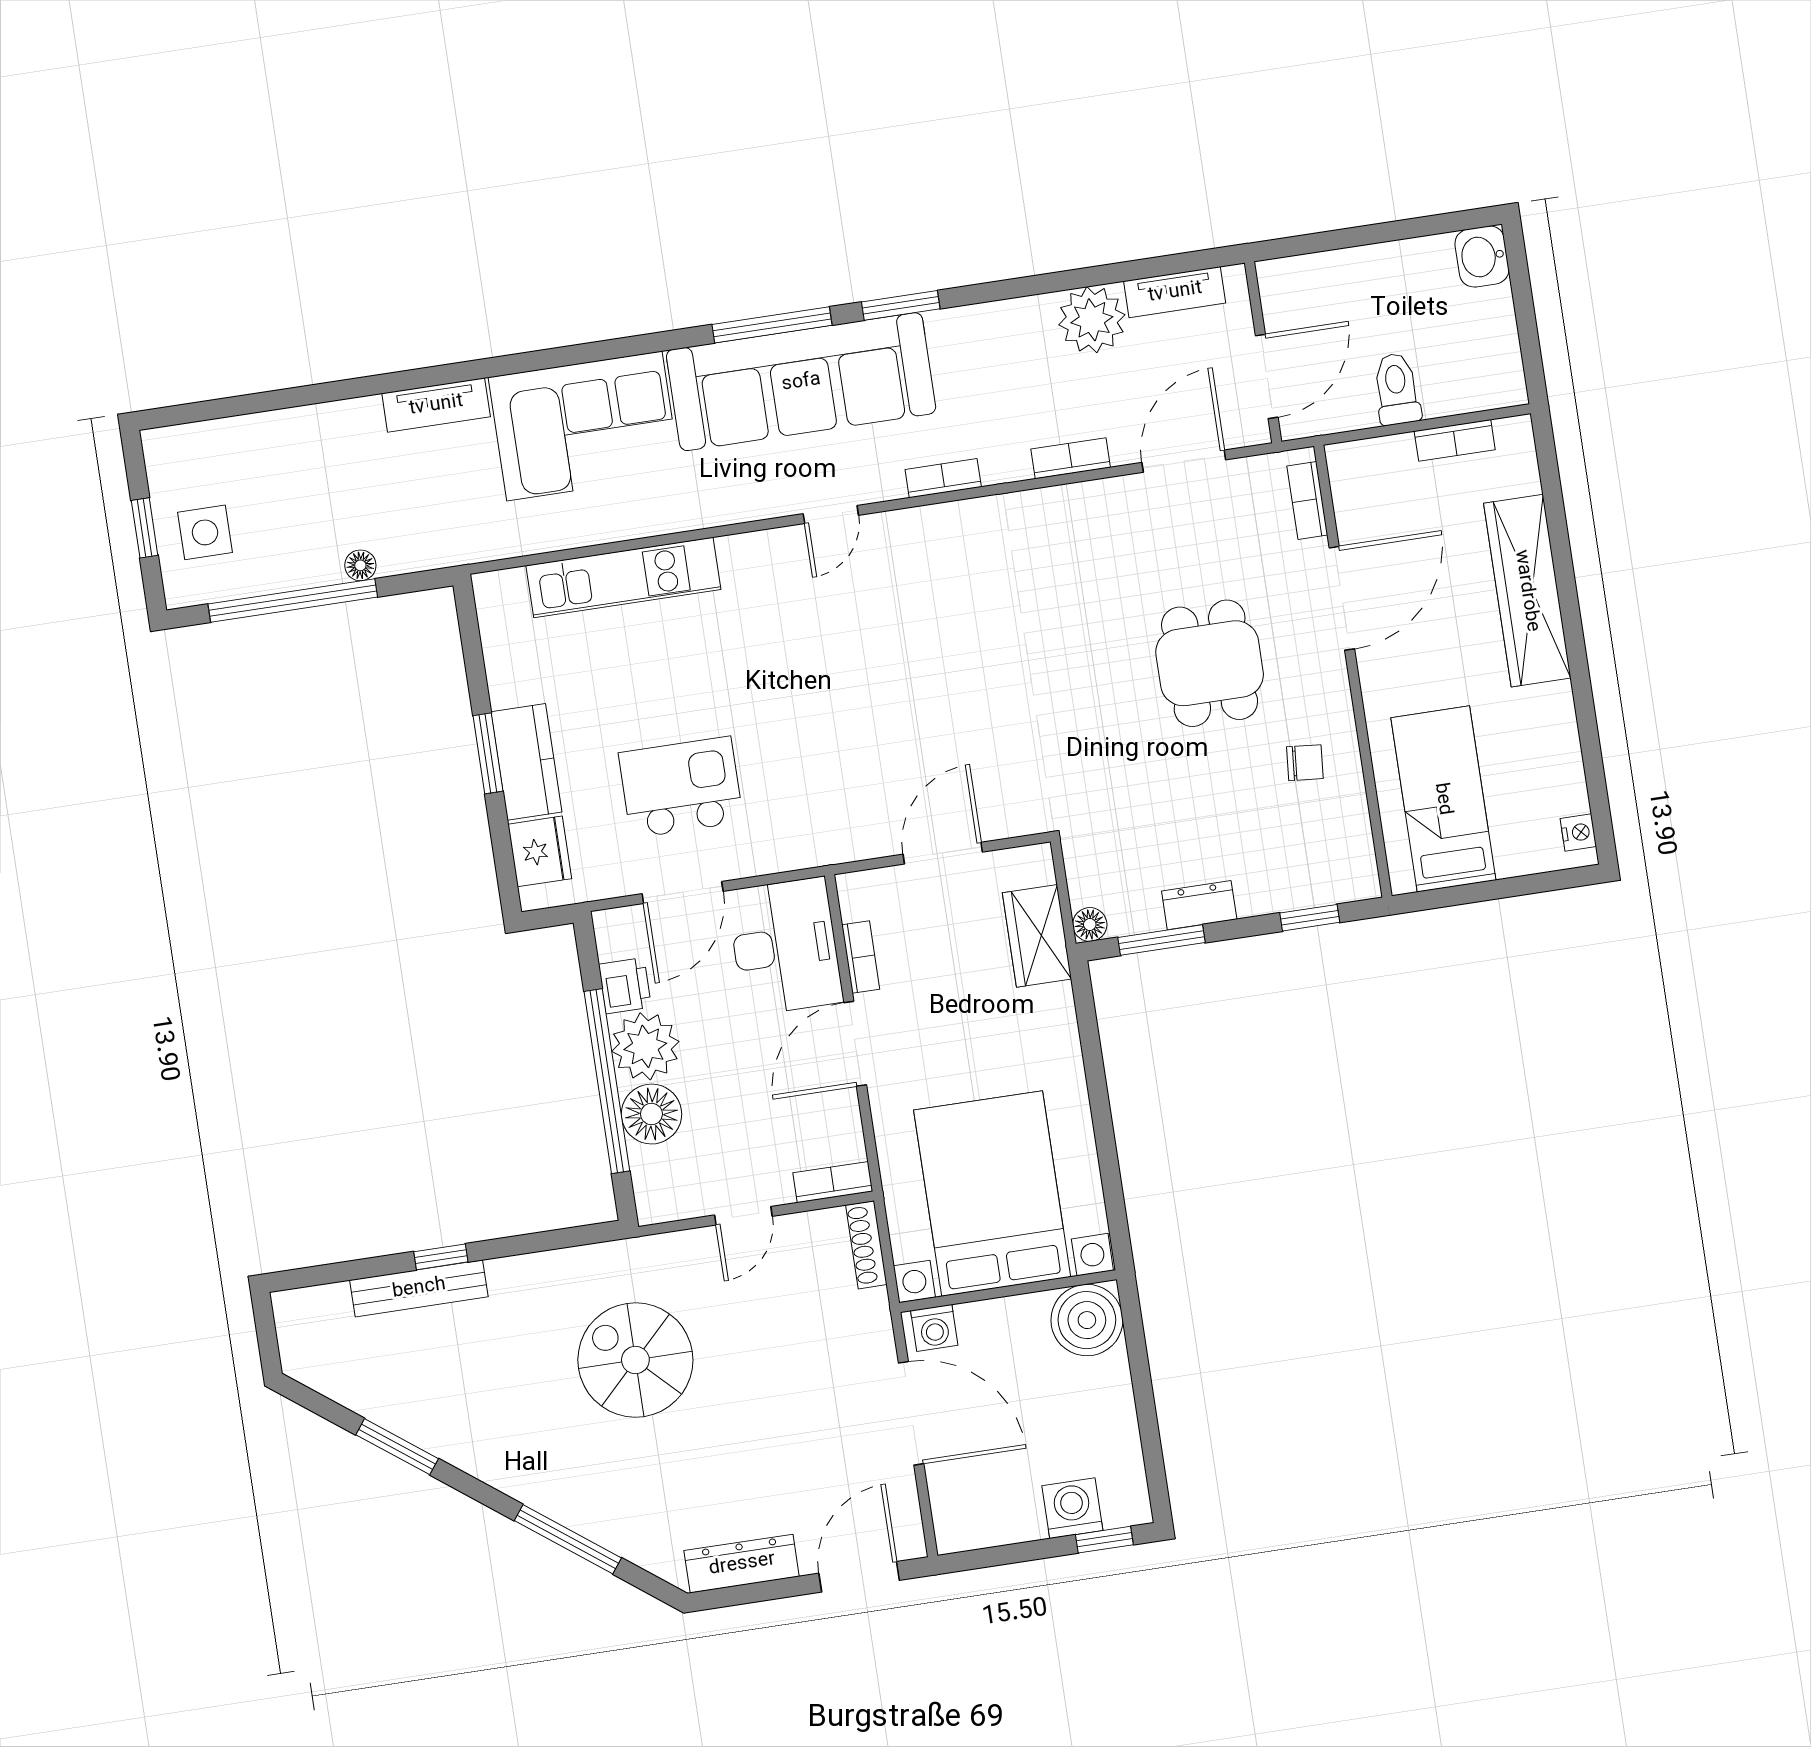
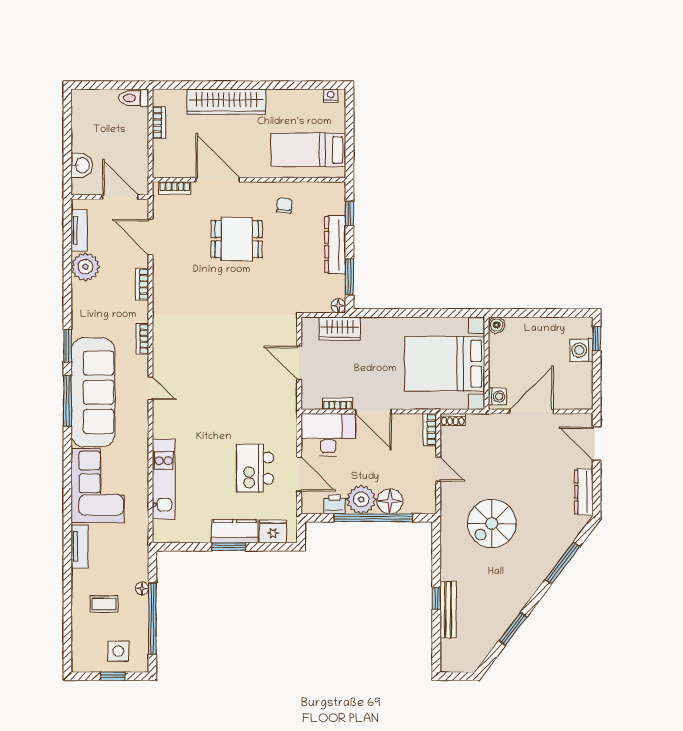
washbasin: (1482, 256) -> (82, 165), moved, turned -90
toilet: (1397, 389) -> (134, 98), moved
coffee table: (310, 482) -> (104, 604), added
dresser: (1199, 905) -> (335, 245), width x1.96, depth x1.24
shoe rack: (866, 1245) -> (453, 420), width x0.70
boiler: (1087, 1320) -> (497, 325), width x0.54, depth x0.54

